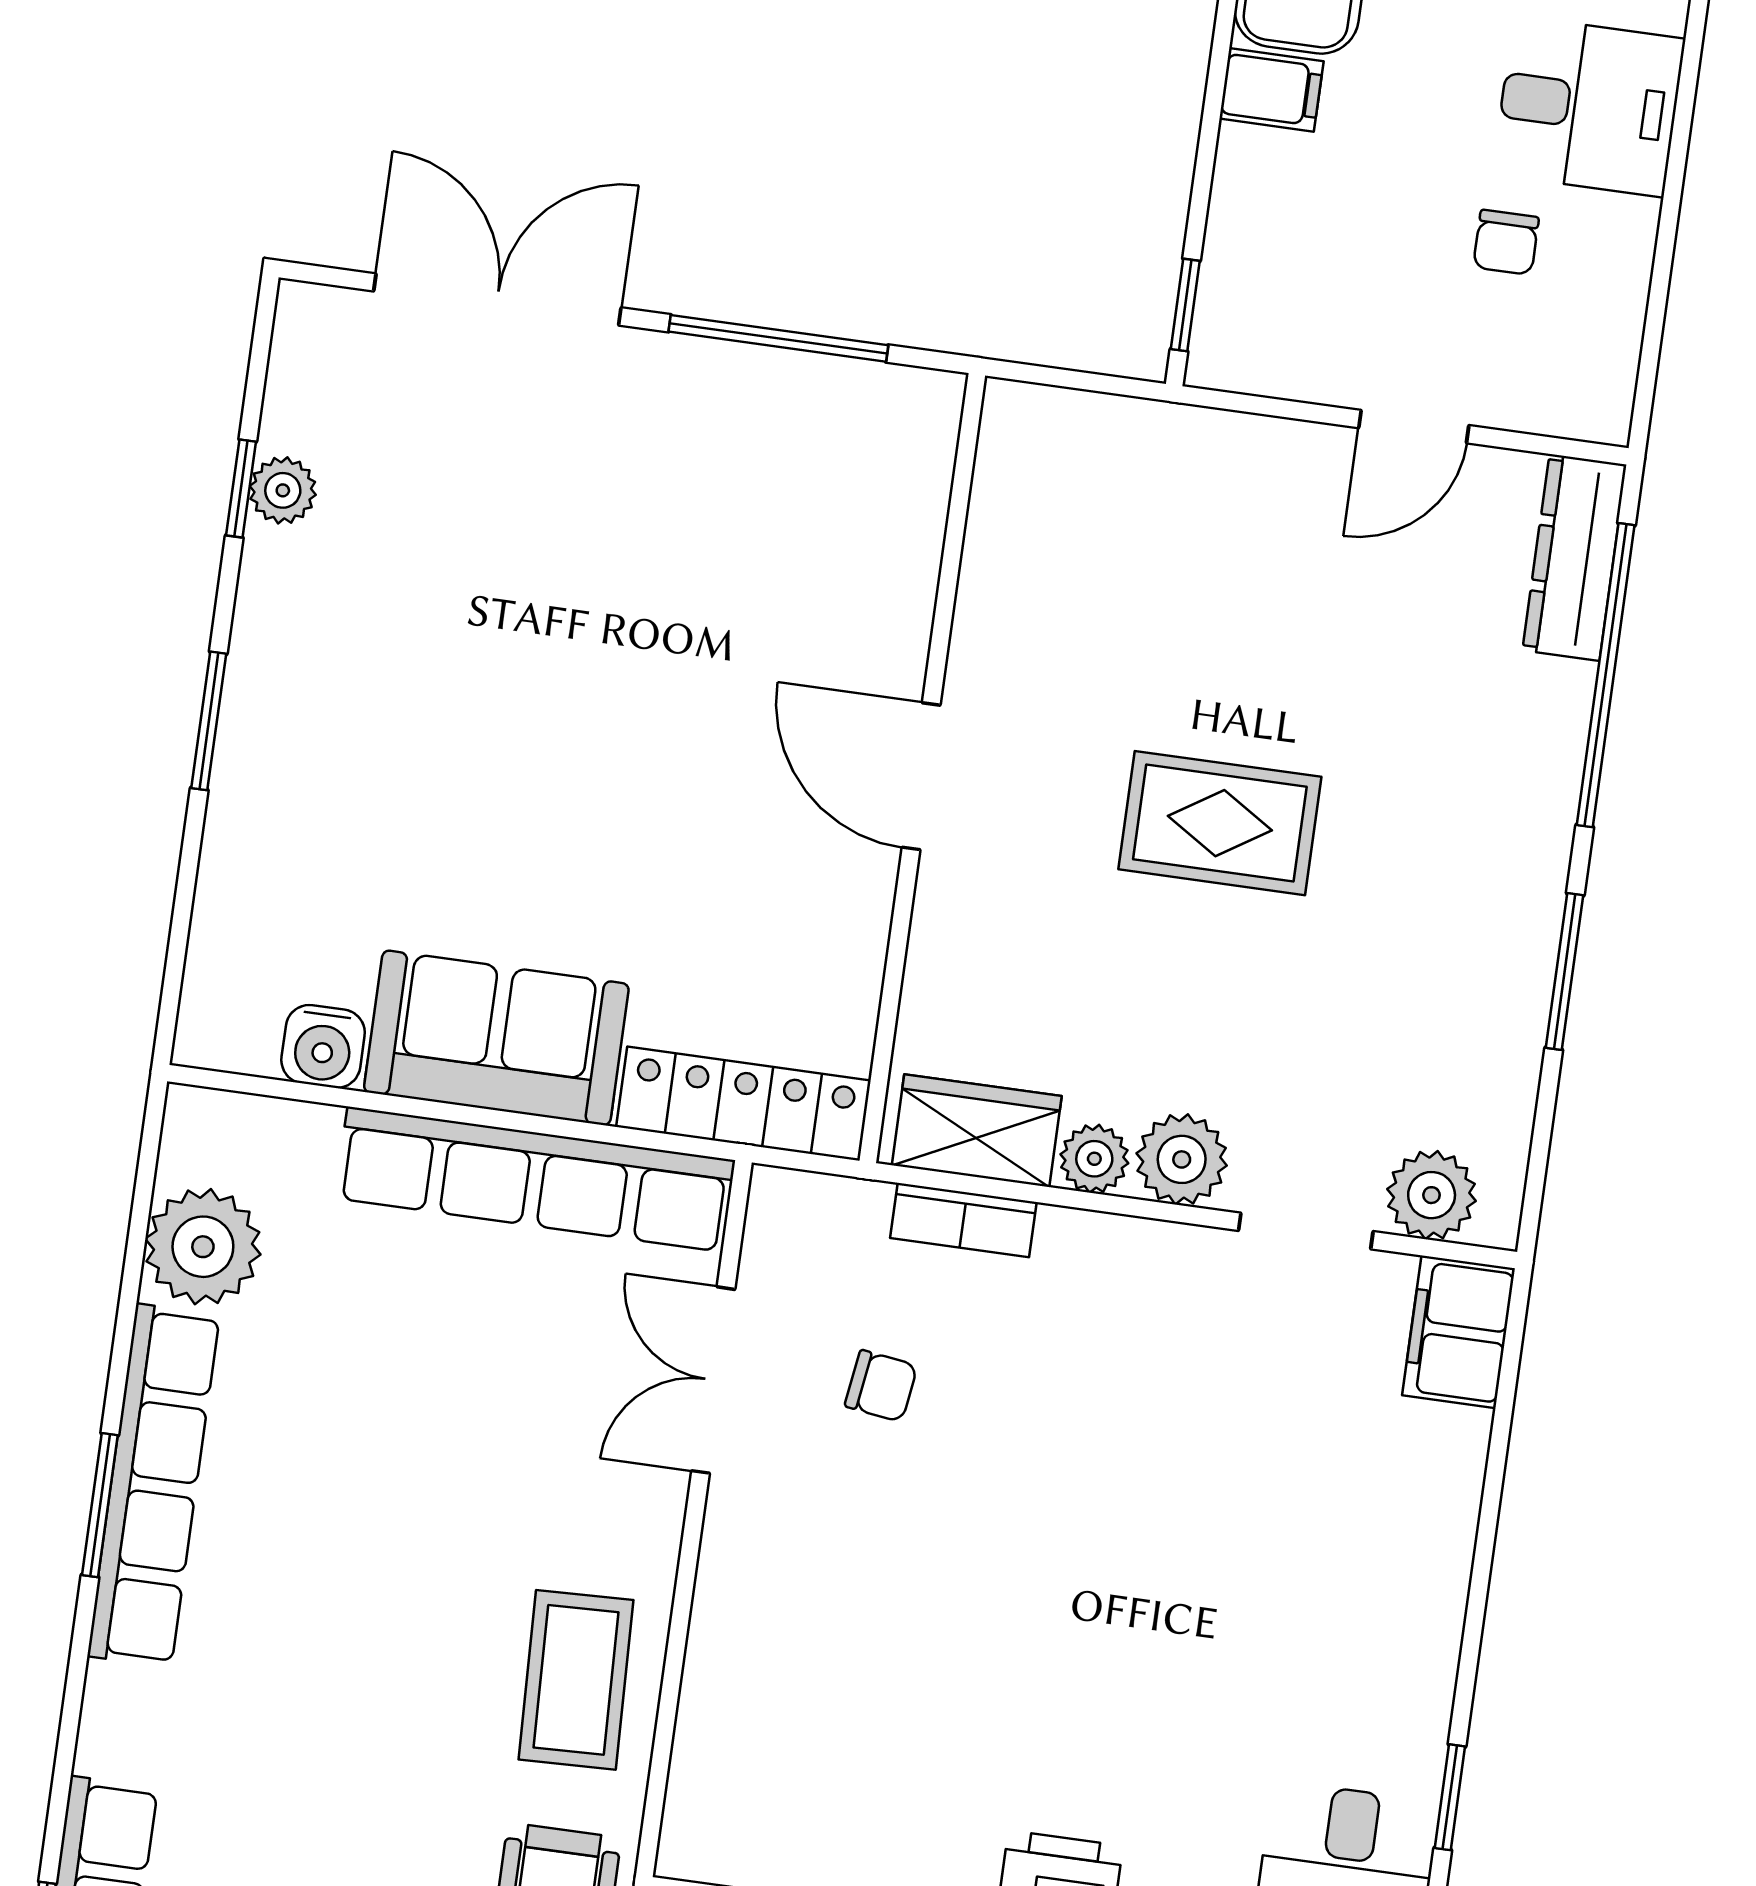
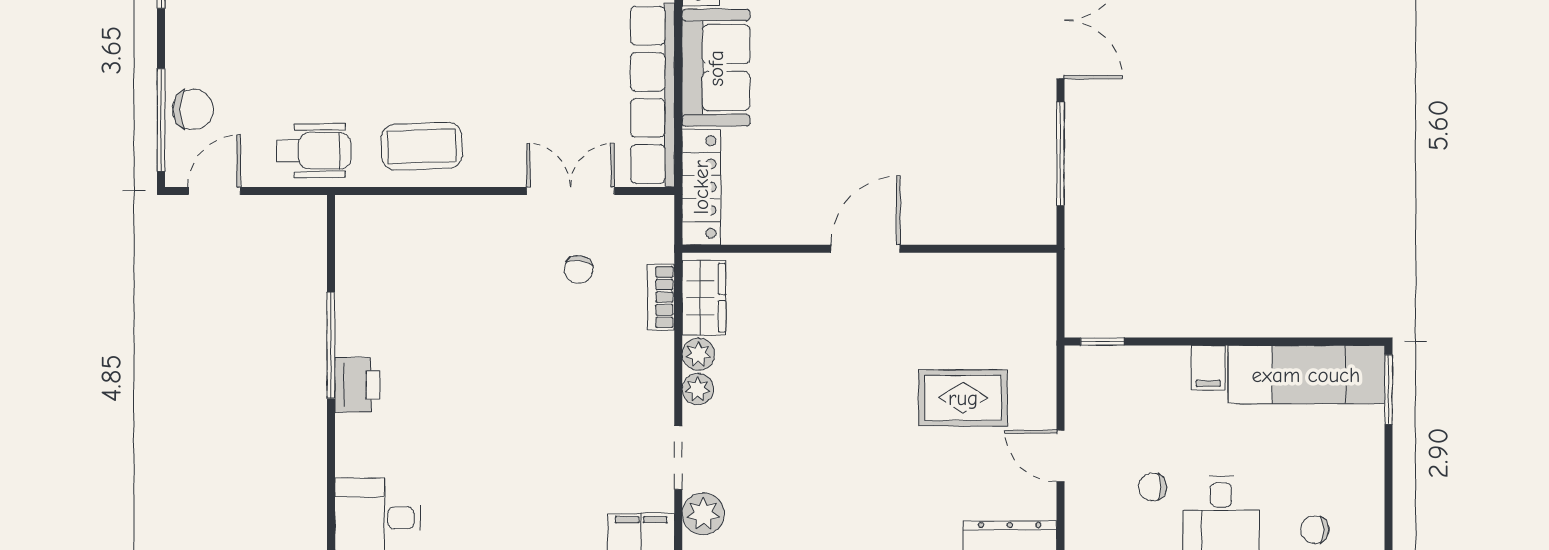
rug: (1220, 823) -> (963, 398), moved, turned 90
plant: (1182, 1159) -> (698, 389), width x0.73, depth x0.73

